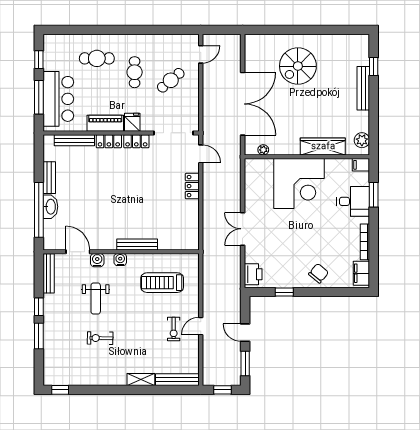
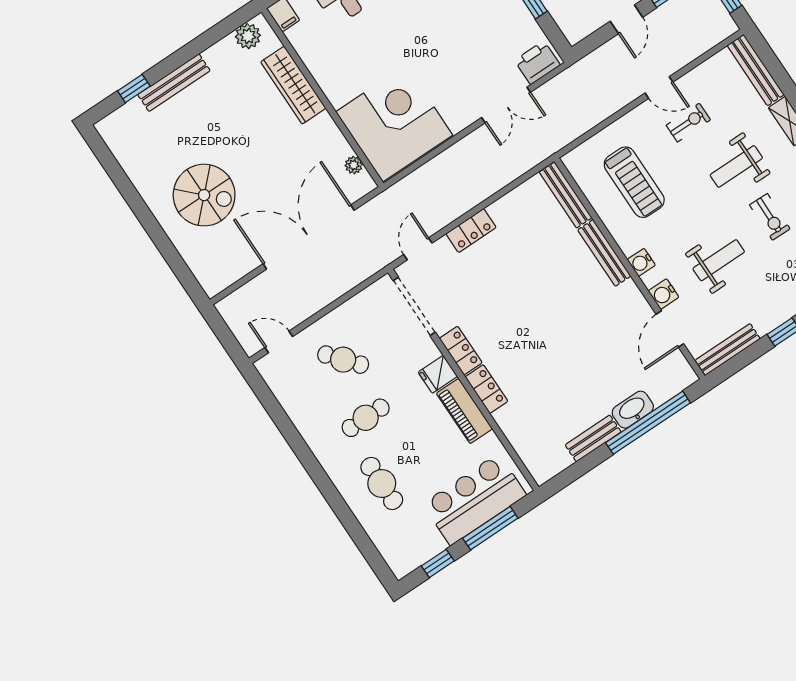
bench: (74, 140) -> (566, 195), moved
corner desk: (299, 184) -> (394, 123), moved
double door: (243, 229) -> (506, 105), moved
weight bench: (136, 338) -> (736, 166), added

